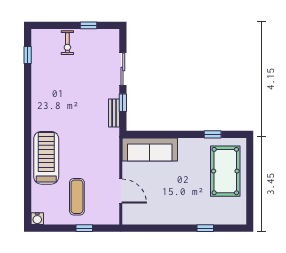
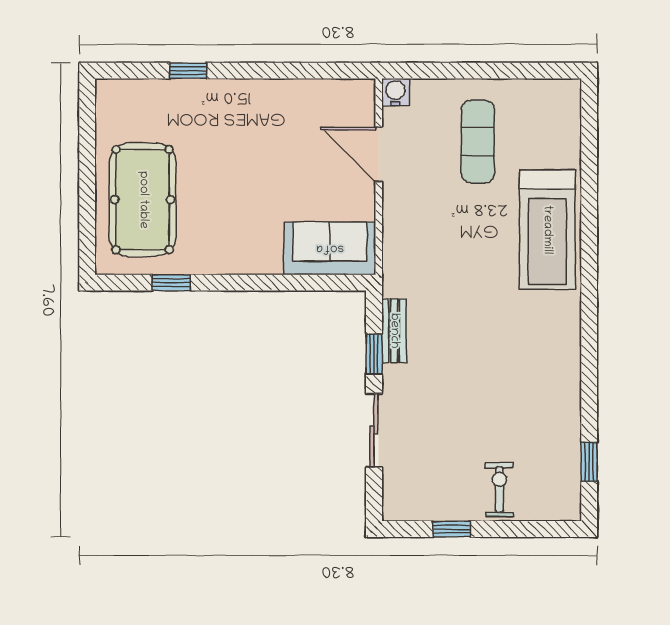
sofa: (150, 149) -> (330, 248), width x0.73
water cooler: (37, 219) -> (396, 92), moved
window: (84, 228) -> (461, 71), removed

